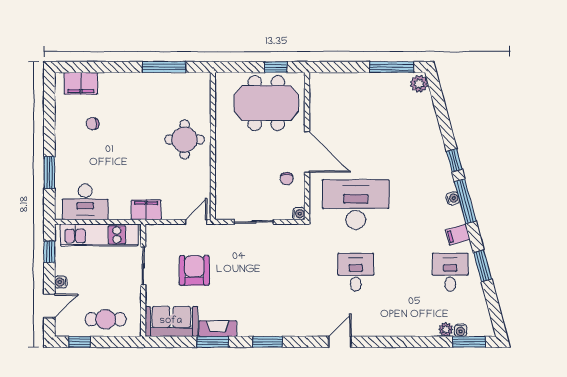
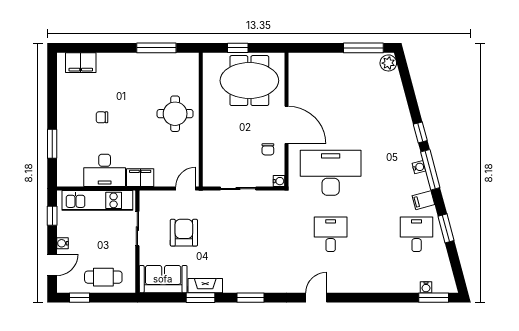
window: (276, 67) -> (238, 48), moved
chair: (92, 124) -> (102, 117), moved
desk: (85, 202) -> (105, 170), moved
plant: (446, 330) -> (413, 286), removed

